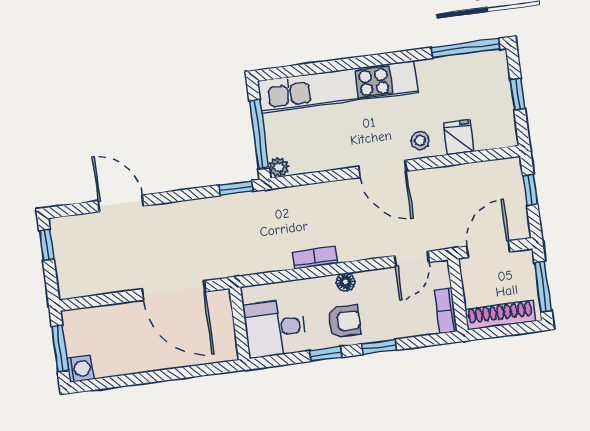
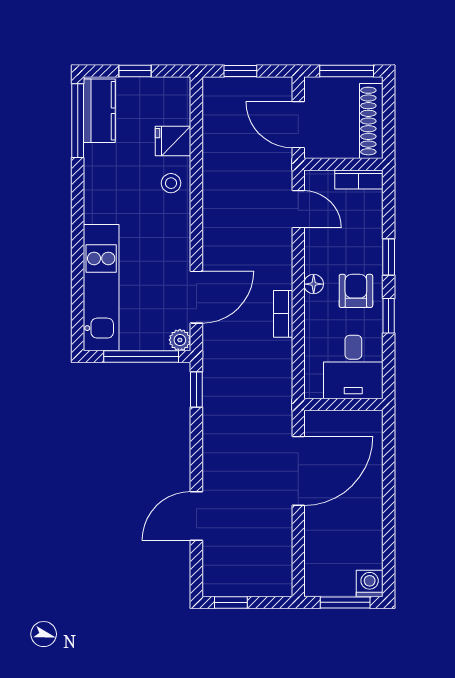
kitchen counter: (477, 67) -> (99, 111), added
kitchen unit: (338, 87) -> (101, 288), width x0.73
door: (383, 169) -> (196, 297), moved

